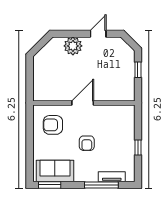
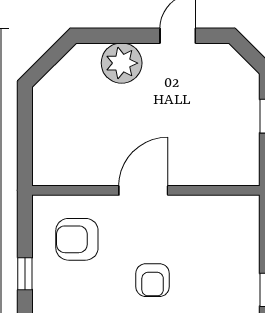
window: (30, 140) -> (25, 274), added

